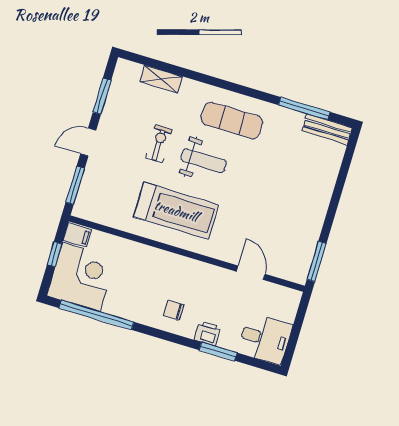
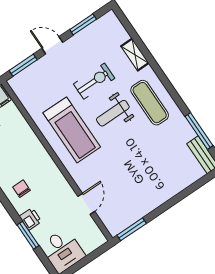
shelving: (161, 79) -> (135, 55), moved
exercise bike: (159, 144) -> (94, 81), width x1.38, depth x1.39
weight bench: (204, 161) -> (113, 113), turned 90

